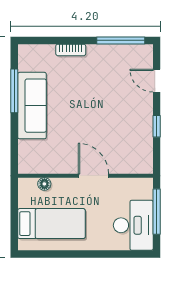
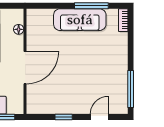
bookcase: (71, 50) -> (123, 20), moved
door: (93, 176) -> (25, 68), width x1.36

